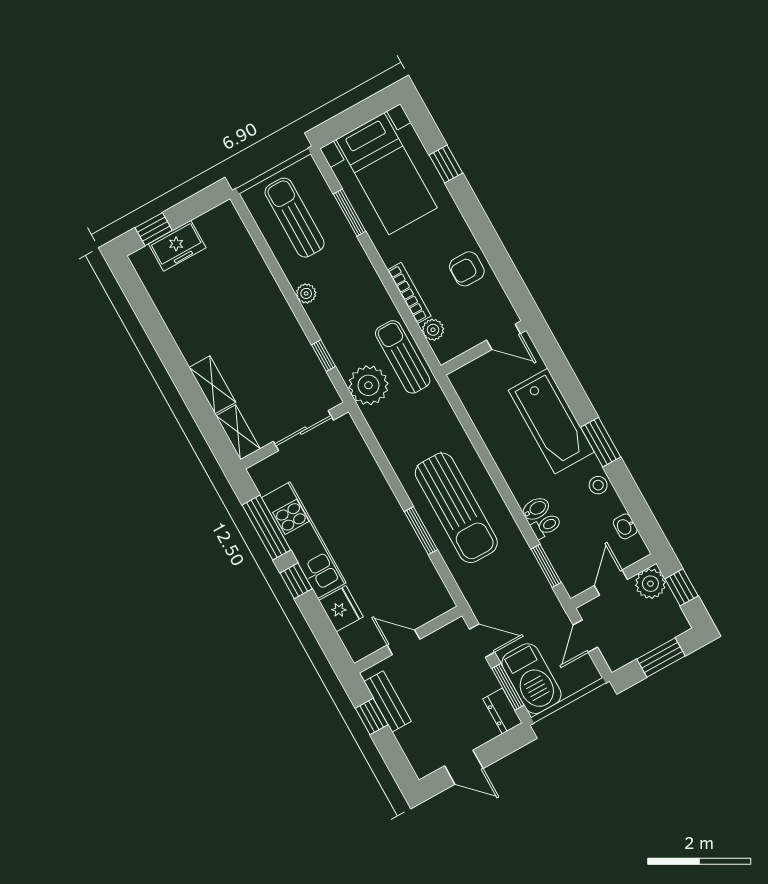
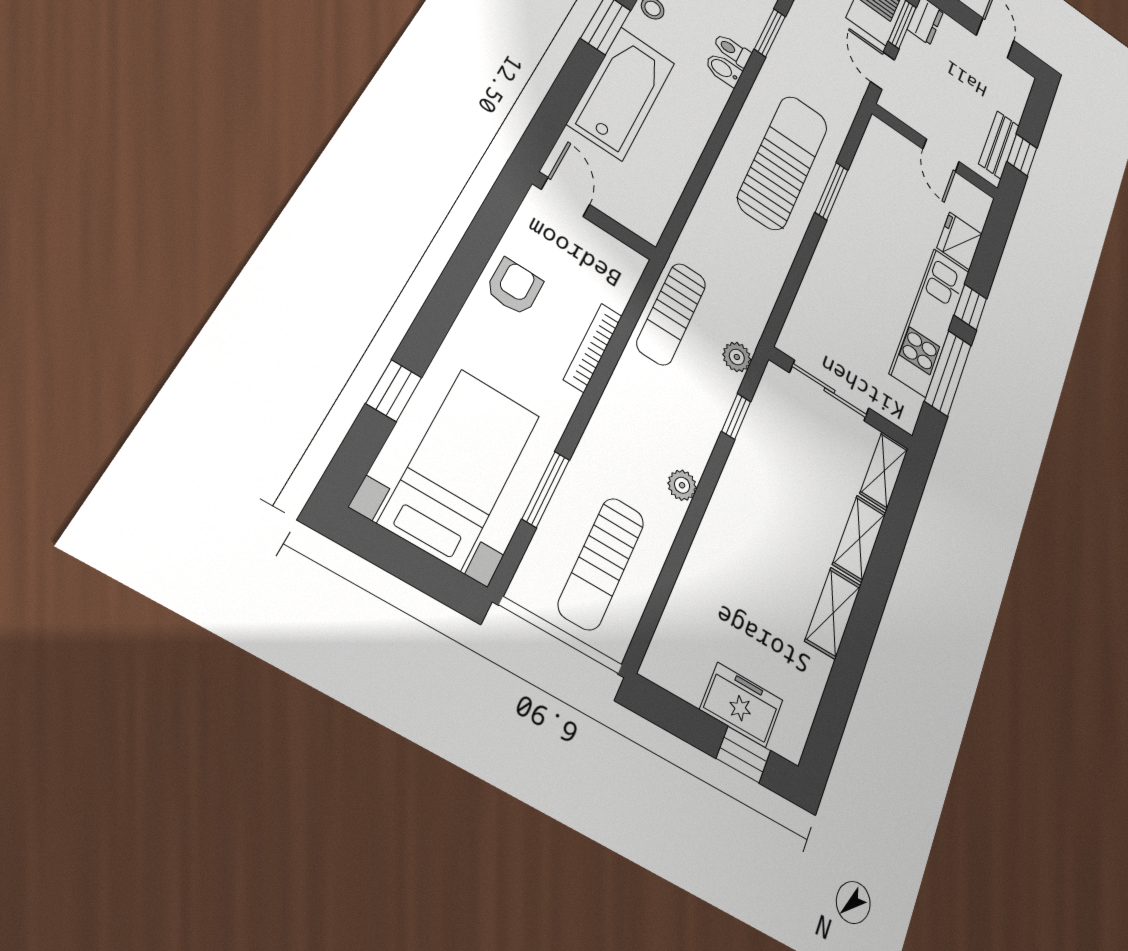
armchair: (467, 269) -> (514, 287), turned -90
plant: (433, 330) -> (616, 292), removed
shelving: (185, 336) -> (833, 613), added
plant: (368, 385) -> (737, 357), width x0.53, depth x0.53

